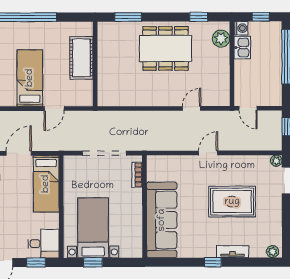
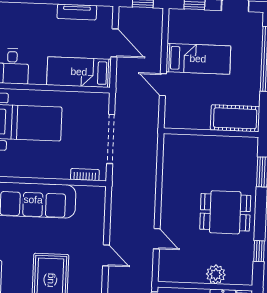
plant: (221, 39) -> (216, 274), moved
dining table: (165, 48) -> (225, 212), width x0.73
cot: (81, 58) -> (235, 118), moved

